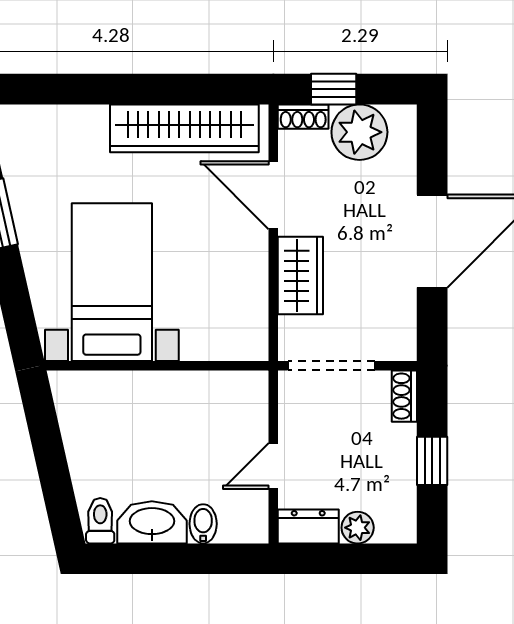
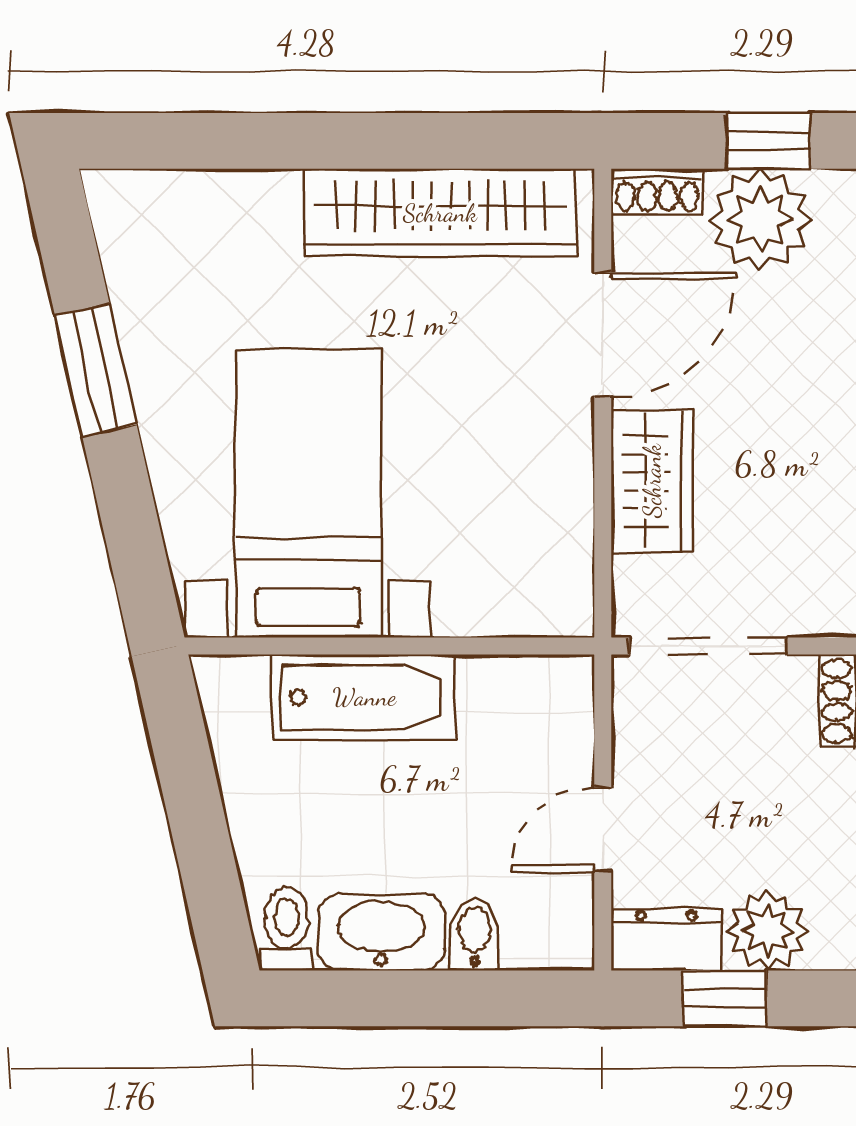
window: (334, 89) -> (769, 141), moved
door: (273, 195) -> (603, 335), swing flipped
bathtub: (142, 394) -> (364, 697), added
plant: (358, 528) -> (768, 931), width x1.38, depth x1.38
window: (340, 559) -> (725, 998), added

